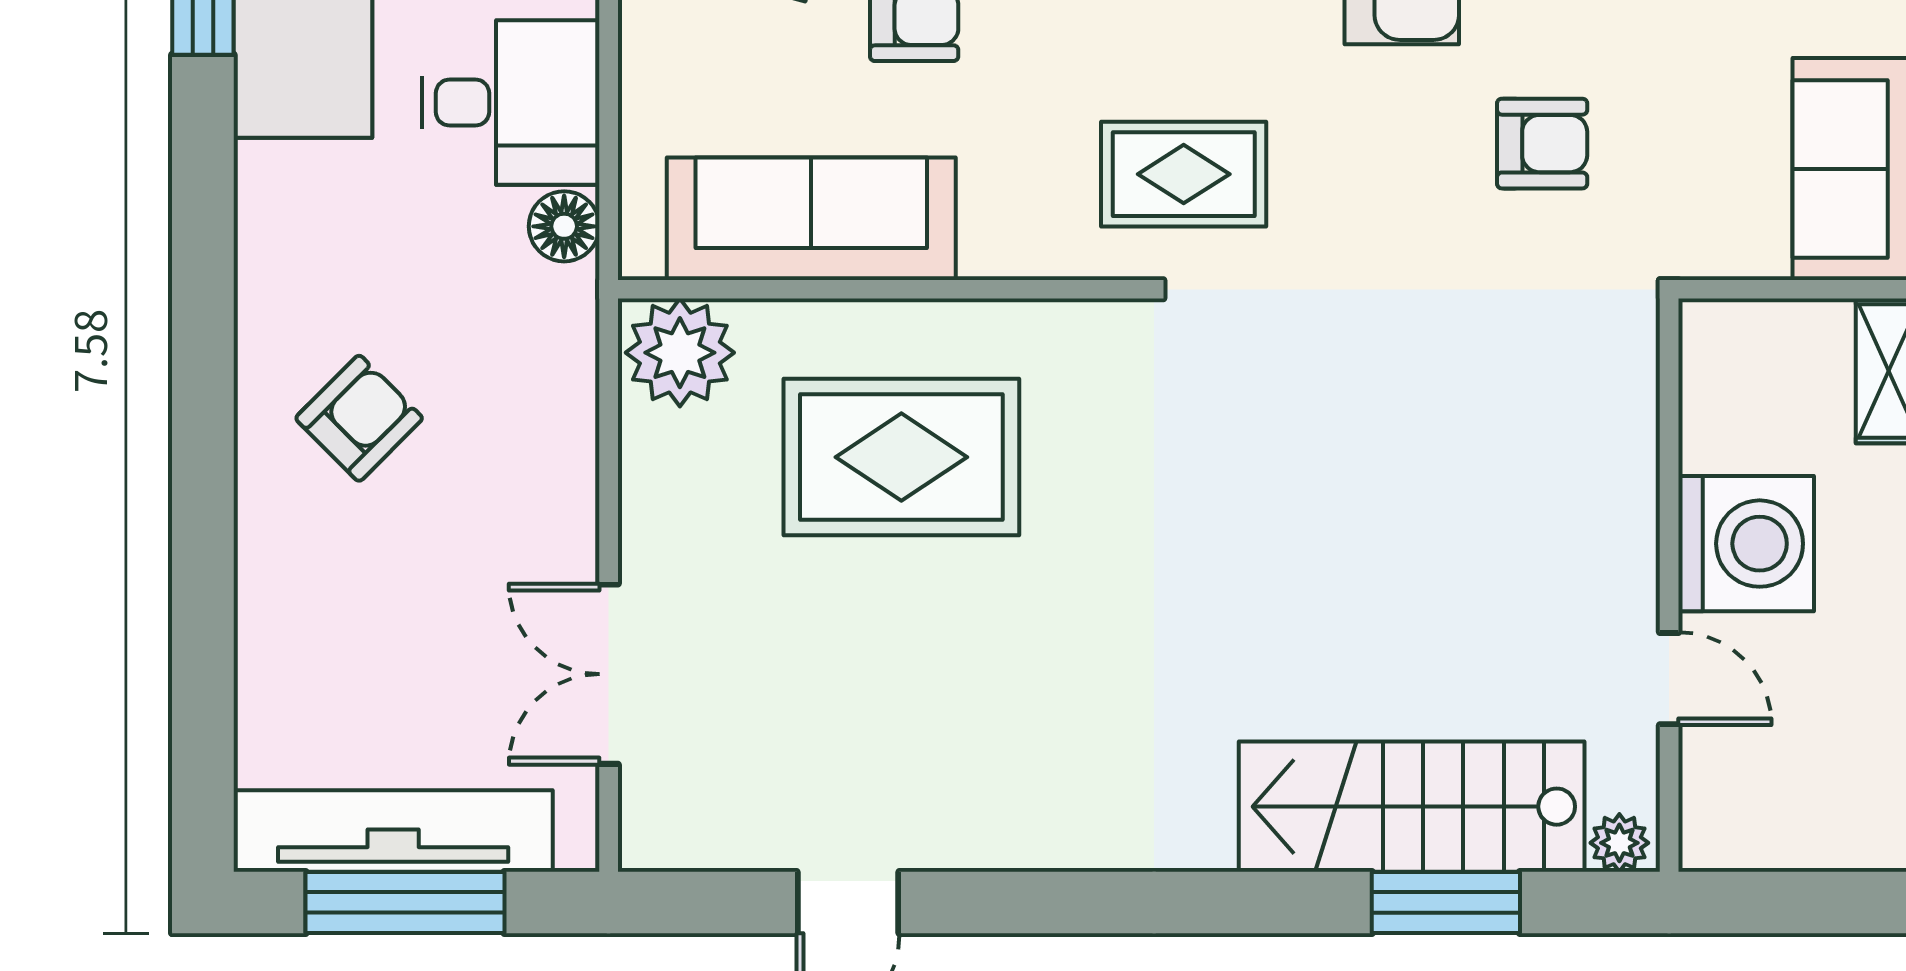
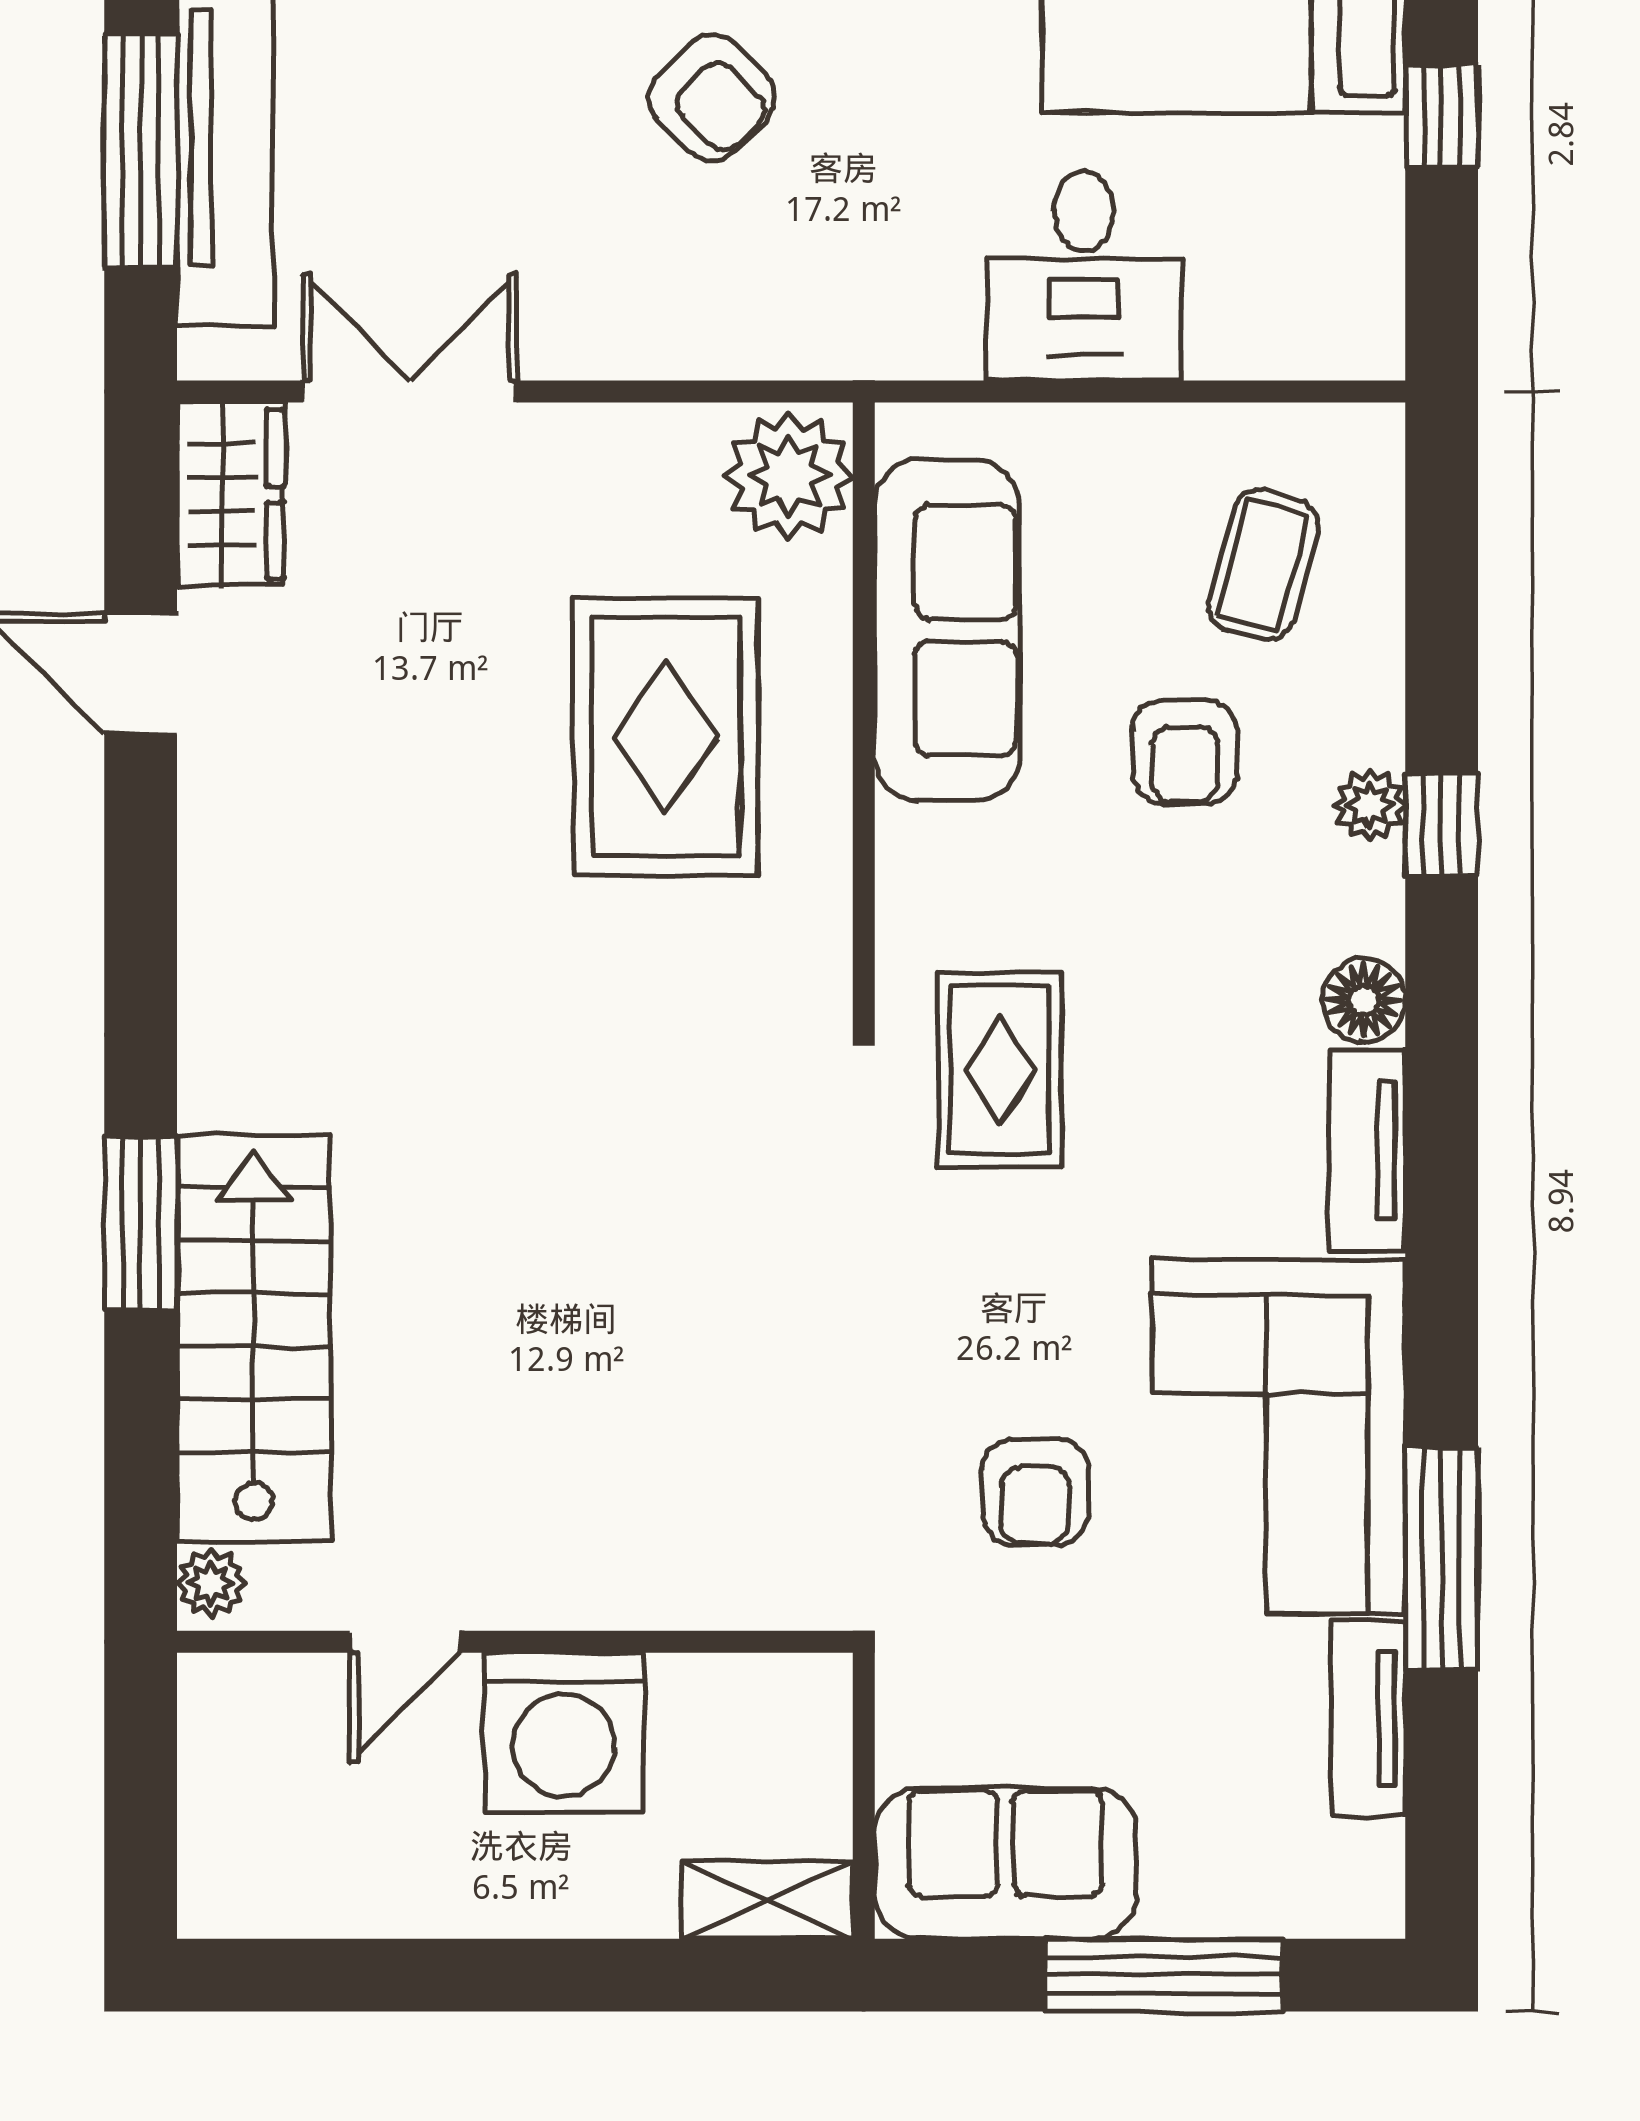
floor lamp: (564, 226) -> (938, 339), removed
wardrobe: (696, 826) -> (230, 494), added
window: (1446, 902) -> (141, 1223), moved

